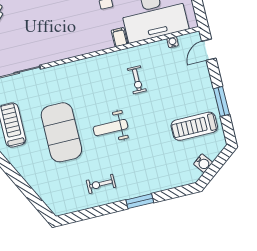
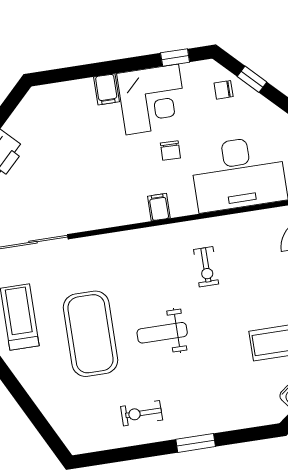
filing cabinet: (119, 37) -> (159, 207), moved
water cooler: (173, 42) -> (263, 217), removed

